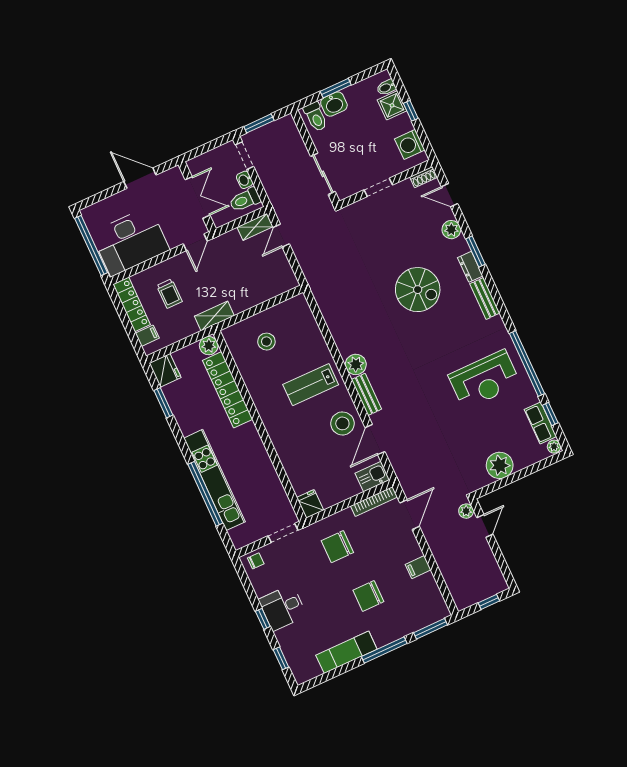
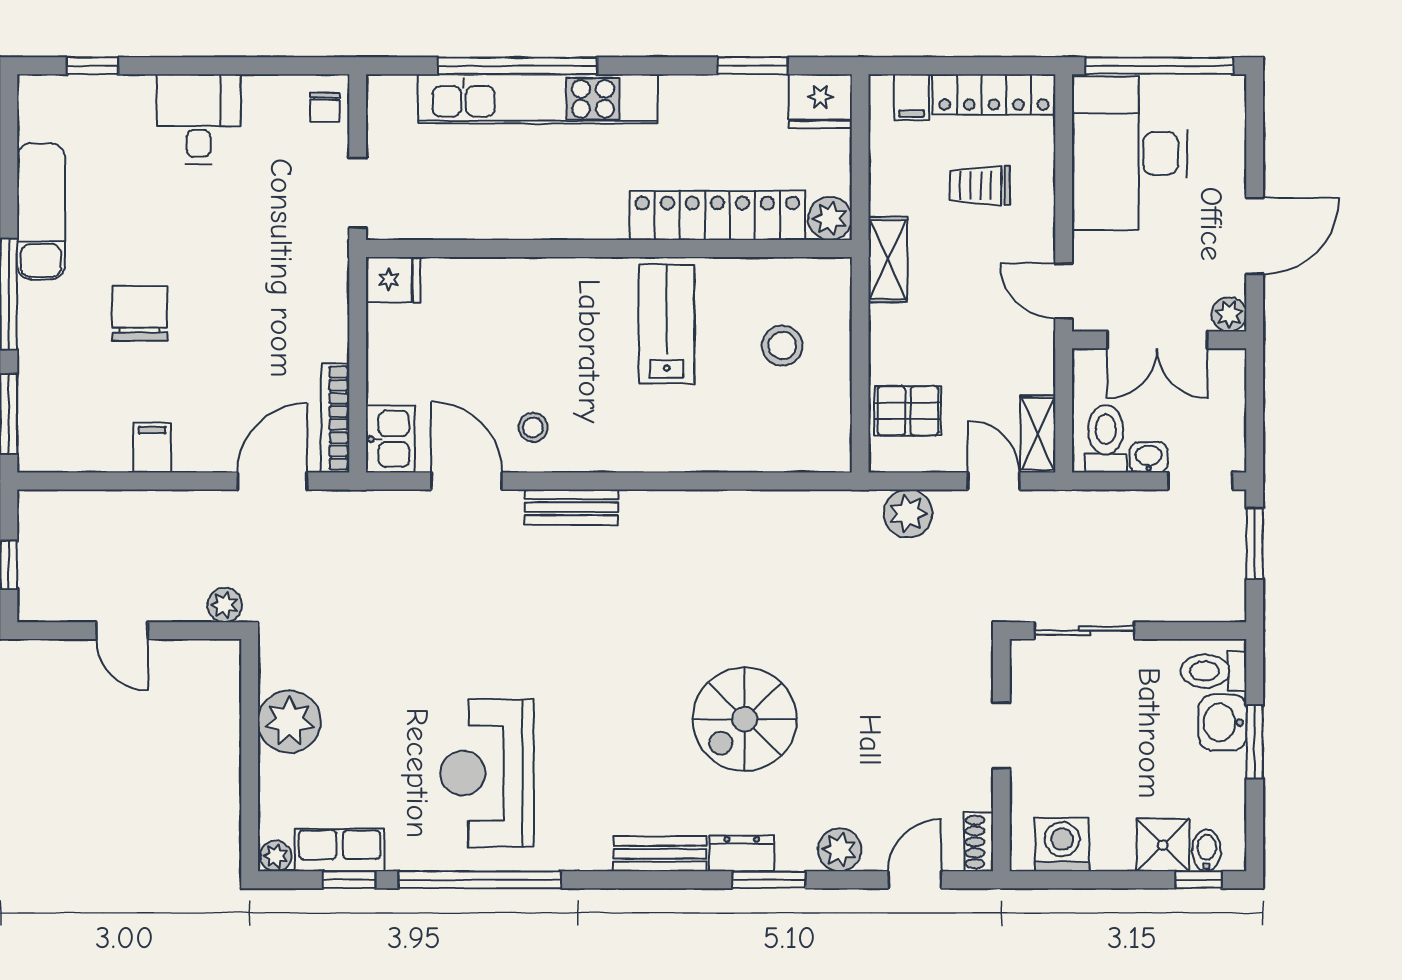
window: (411, 111) -> (1199, 880), moved
plant: (175, 174) -> (1229, 314), added
pallet: (269, 281) -> (908, 411), added
plant: (356, 364) -> (908, 514), moved
lab bench: (311, 385) -> (667, 324), moved
stool: (342, 423) -> (533, 427), width x0.53, depth x0.53
door: (410, 515) -> (272, 481), swing flipped
door: (485, 526) -> (122, 631), moved
chair: (337, 547) -> (275, 296), removed
window: (263, 619) -> (194, 66), removed

